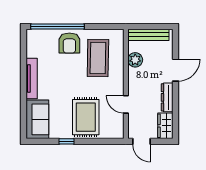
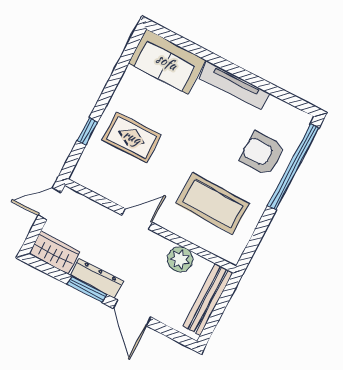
armchair: (69, 43) -> (262, 154), moved
window: (175, 99) -> (87, 289), added
door: (126, 104) -> (137, 219), moved
rug: (86, 117) -> (132, 137), width x0.73, depth x0.70
window: (67, 141) -> (87, 131), moved

